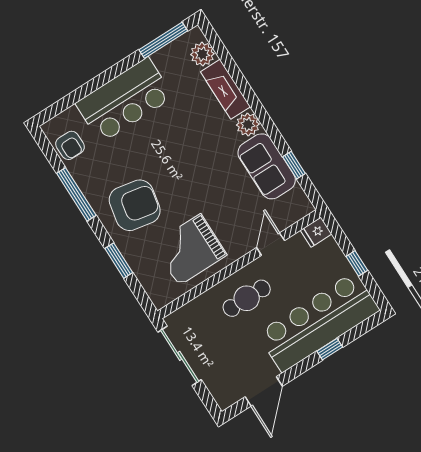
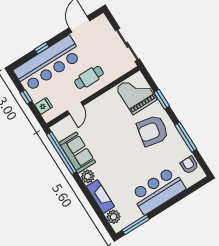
window: (294, 165) -> (62, 153), width x3.17
fridge: (316, 232) -> (44, 106), moved
grand piano: (190, 250) -> (136, 94), moved, turned -90

